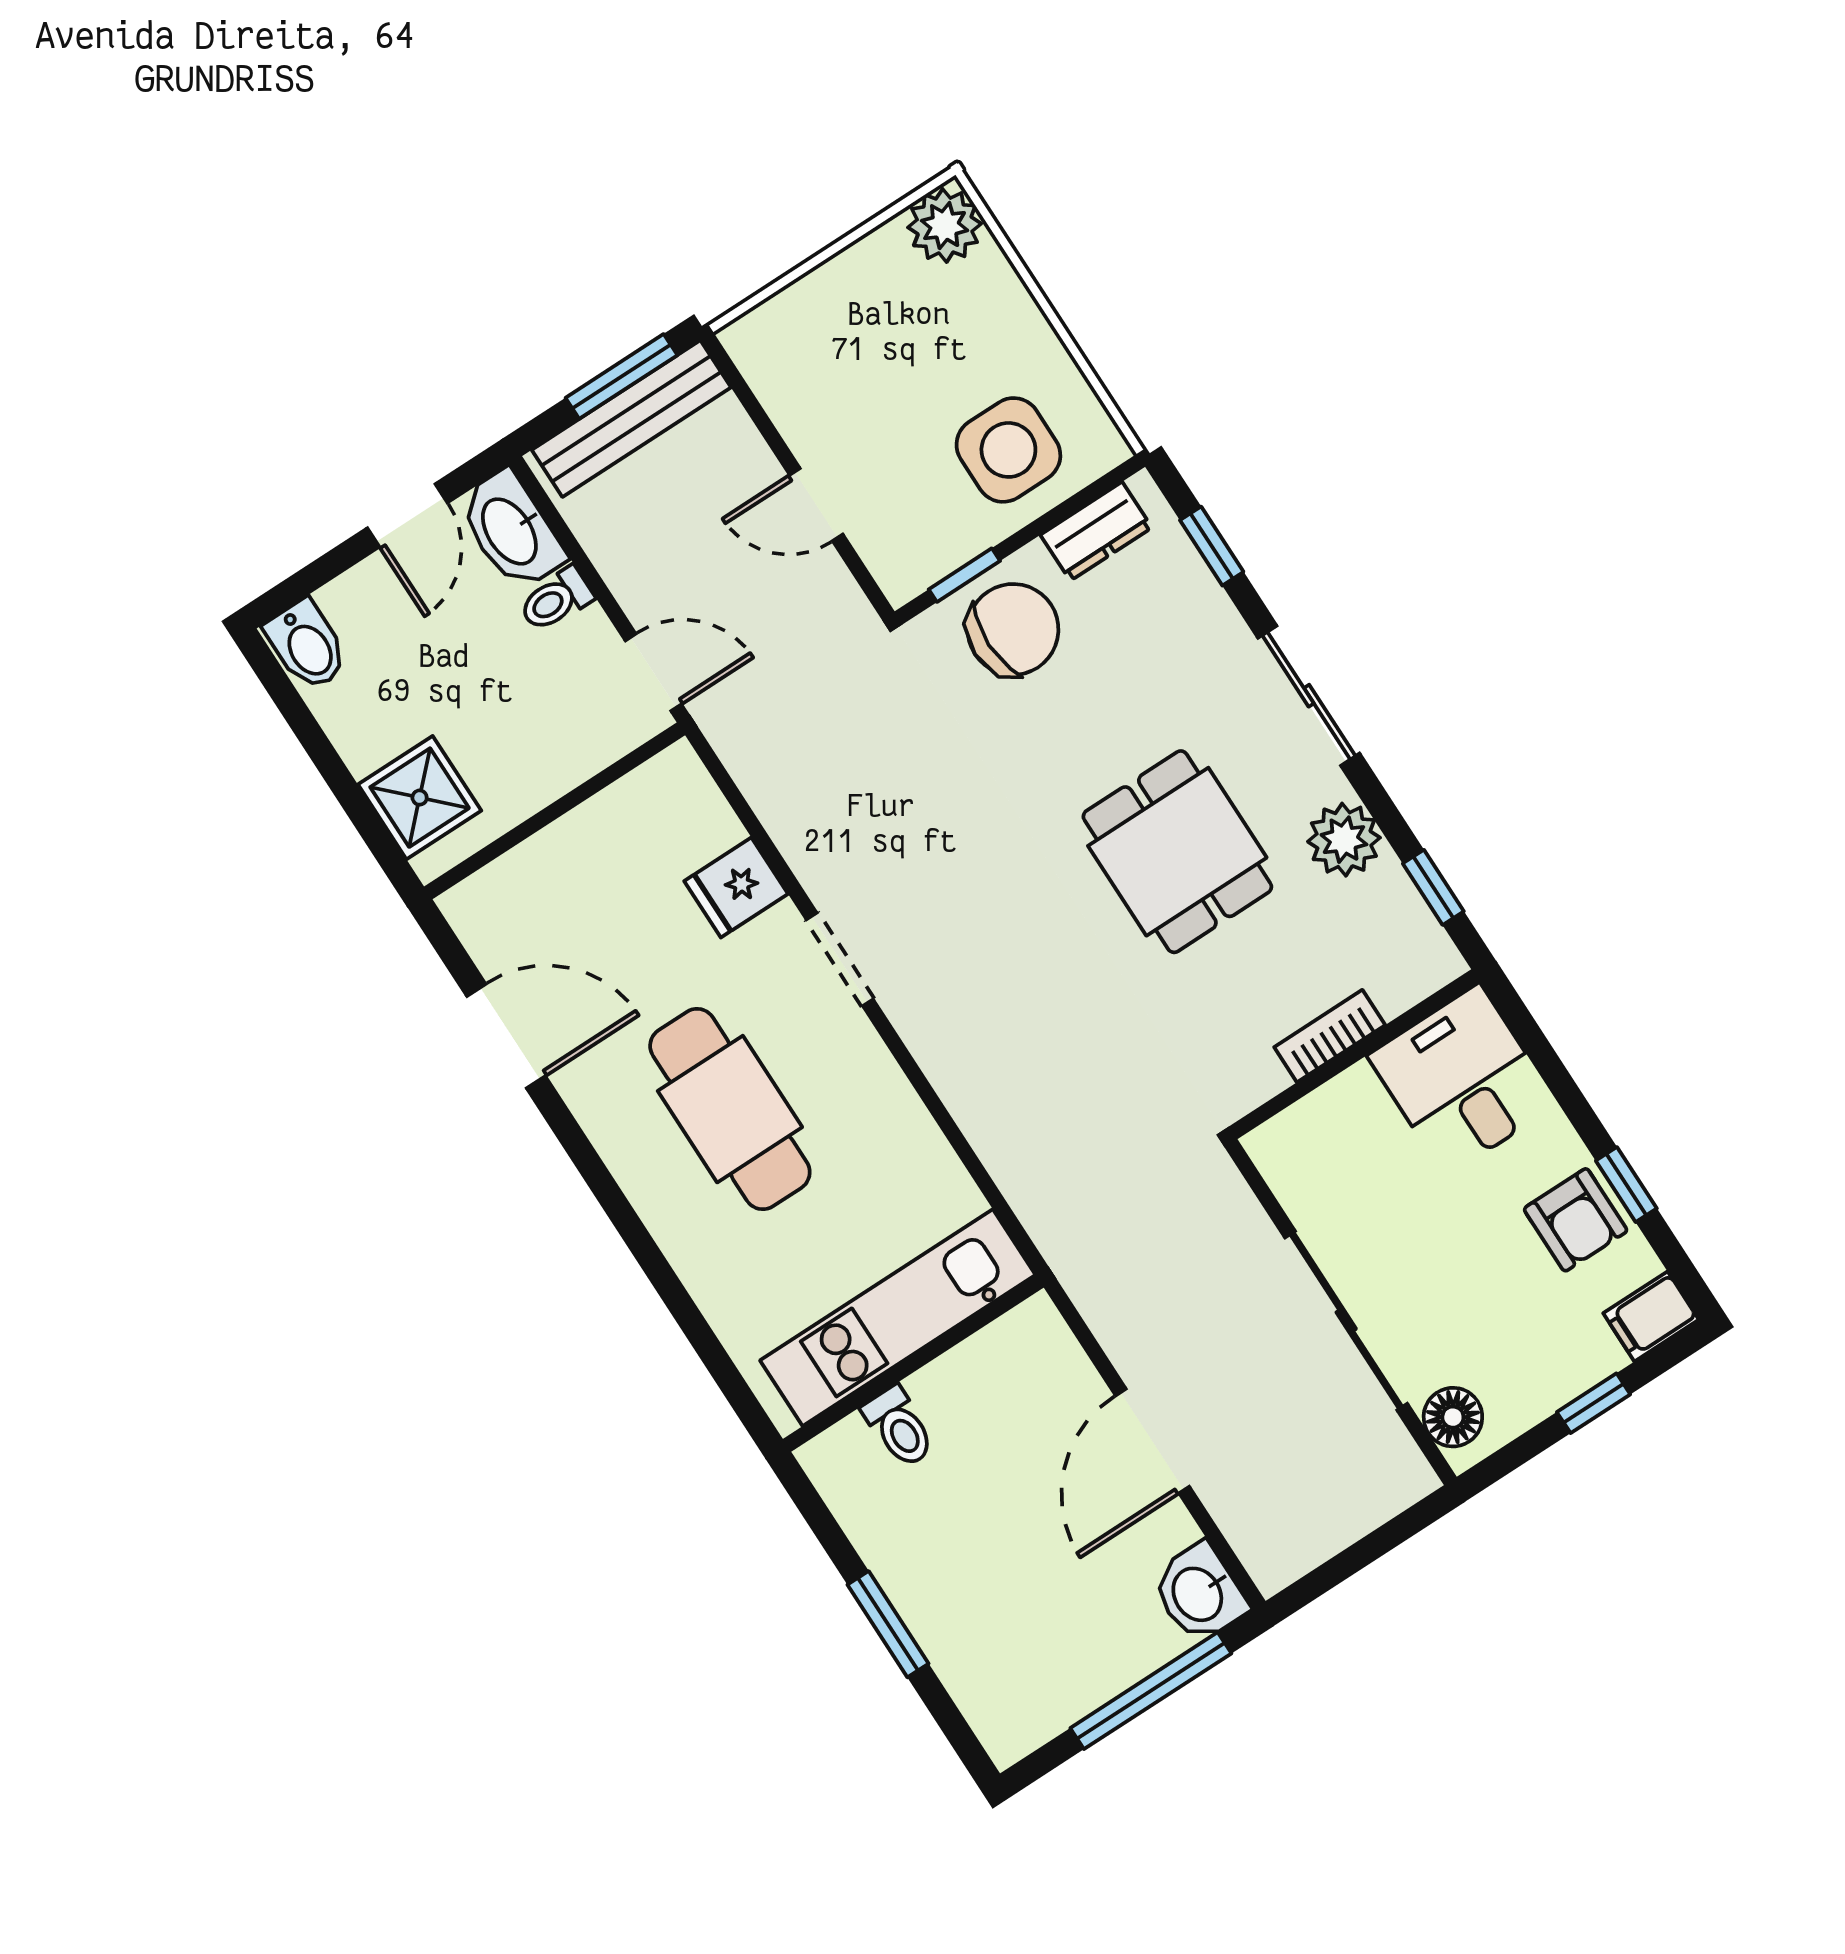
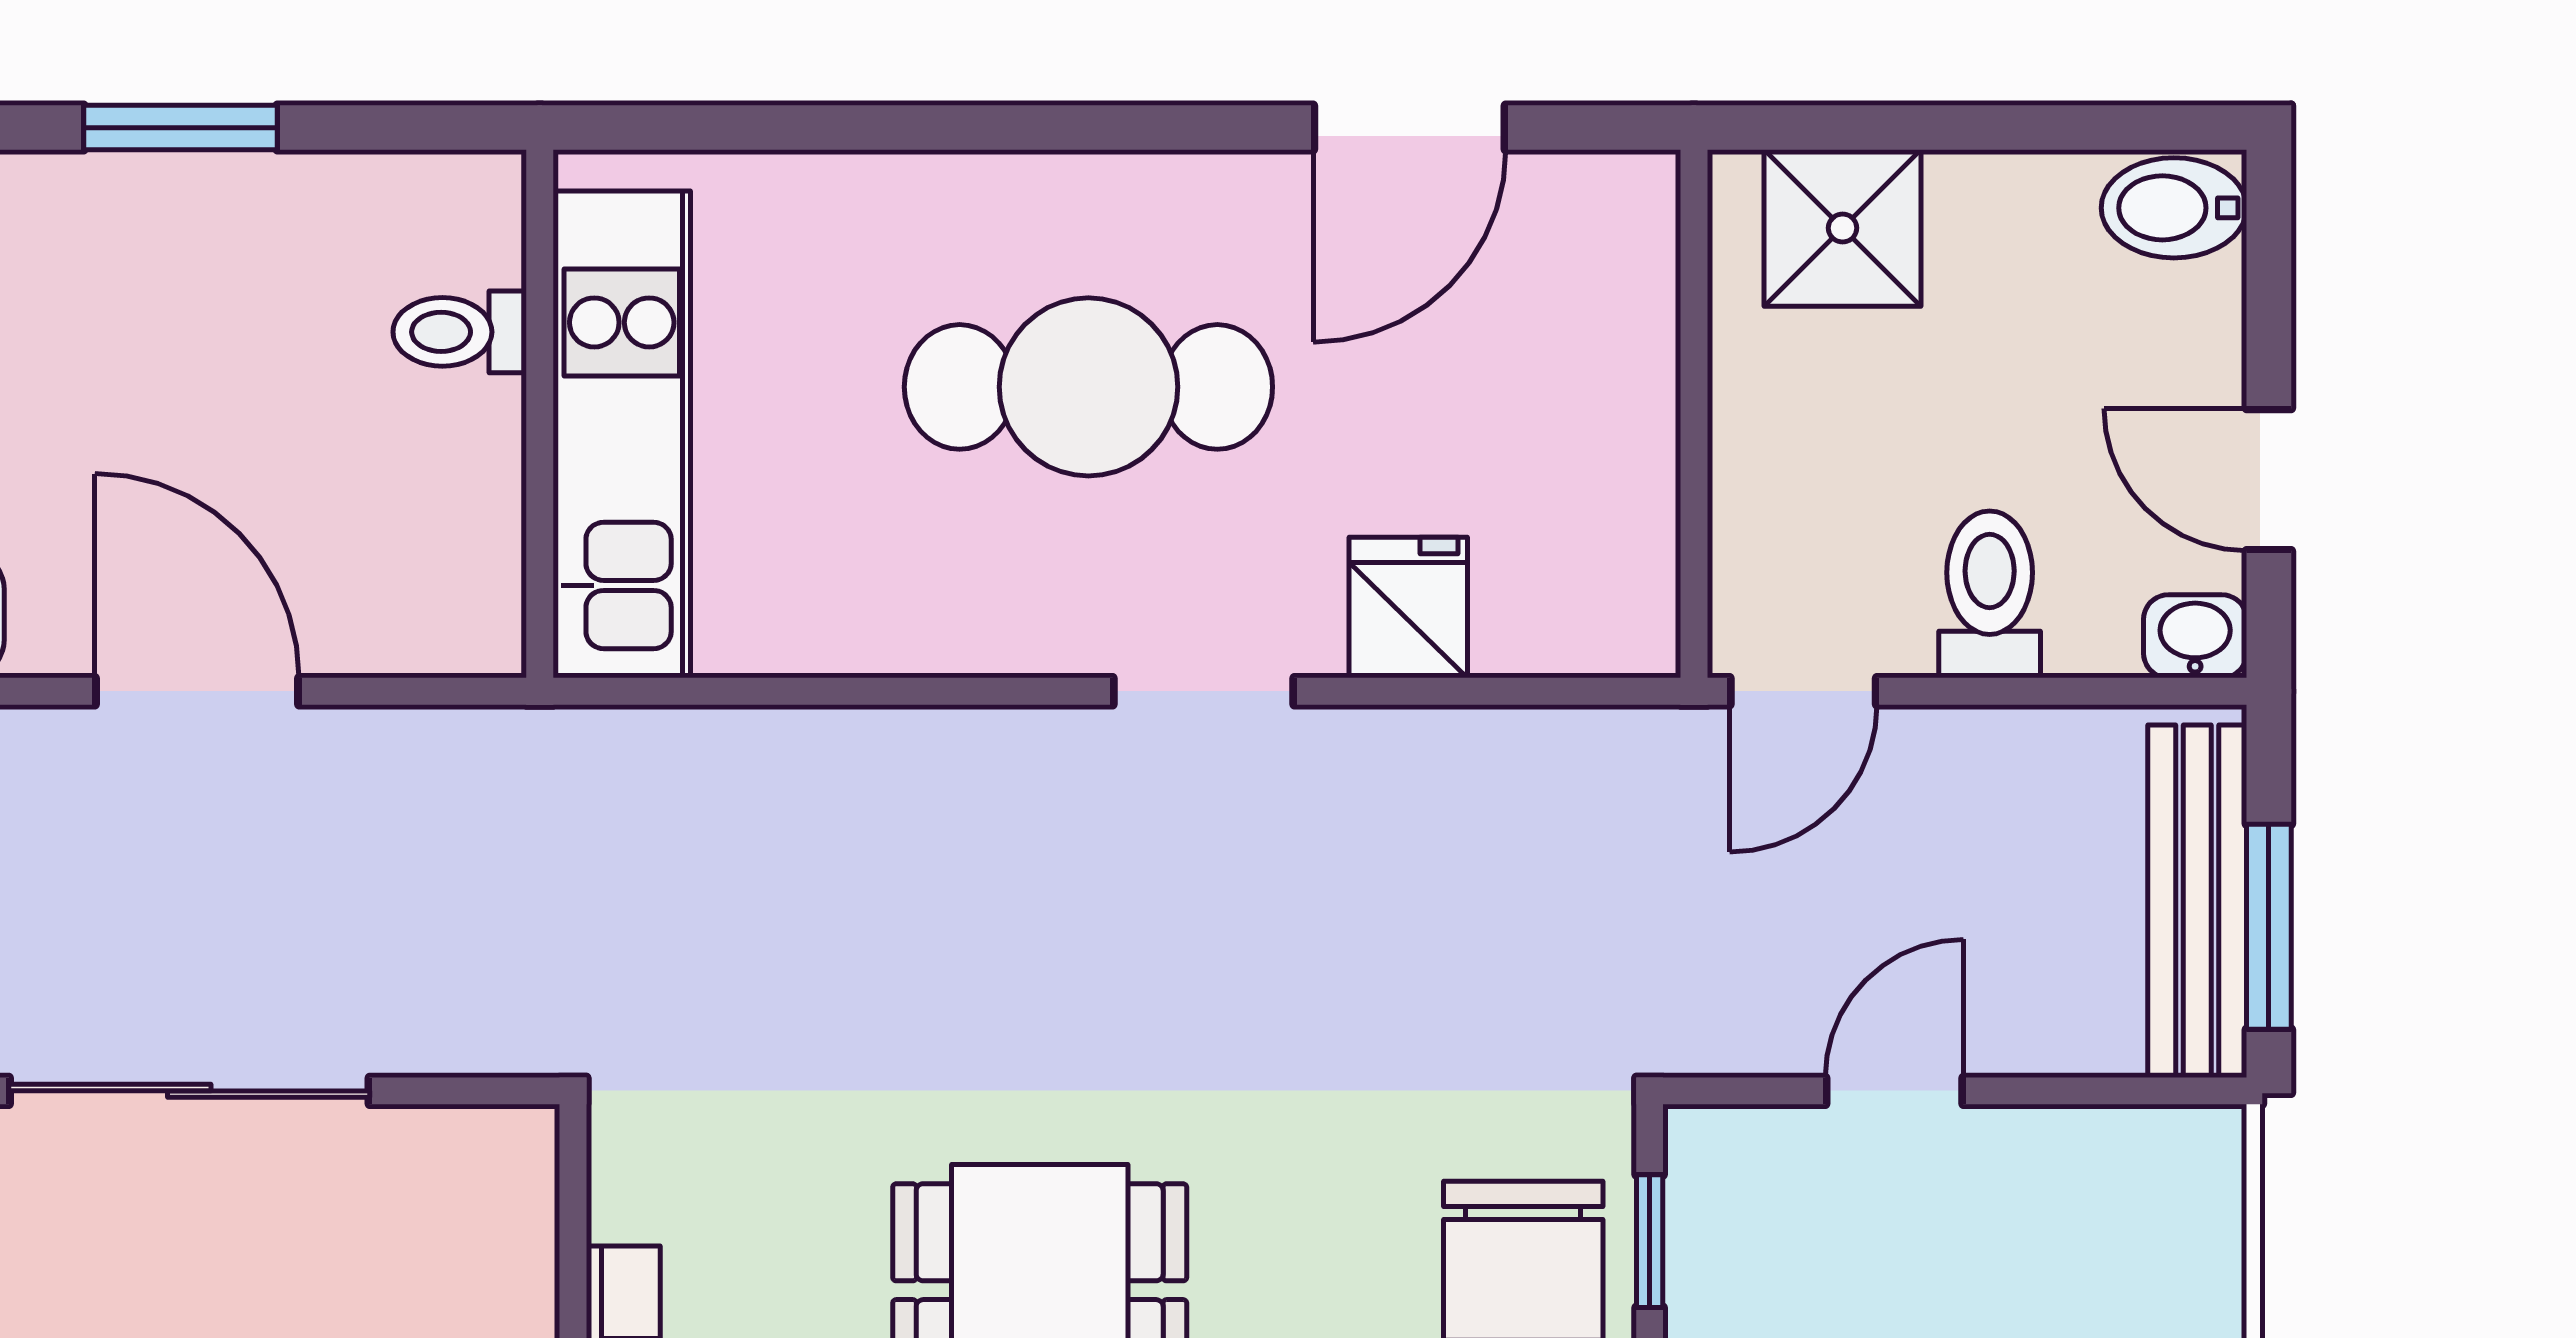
washbasin: (511, 530) -> (2195, 636), width x0.52, depth x0.69
toilet: (556, 600) -> (1990, 594), width x1.37, depth x1.39

